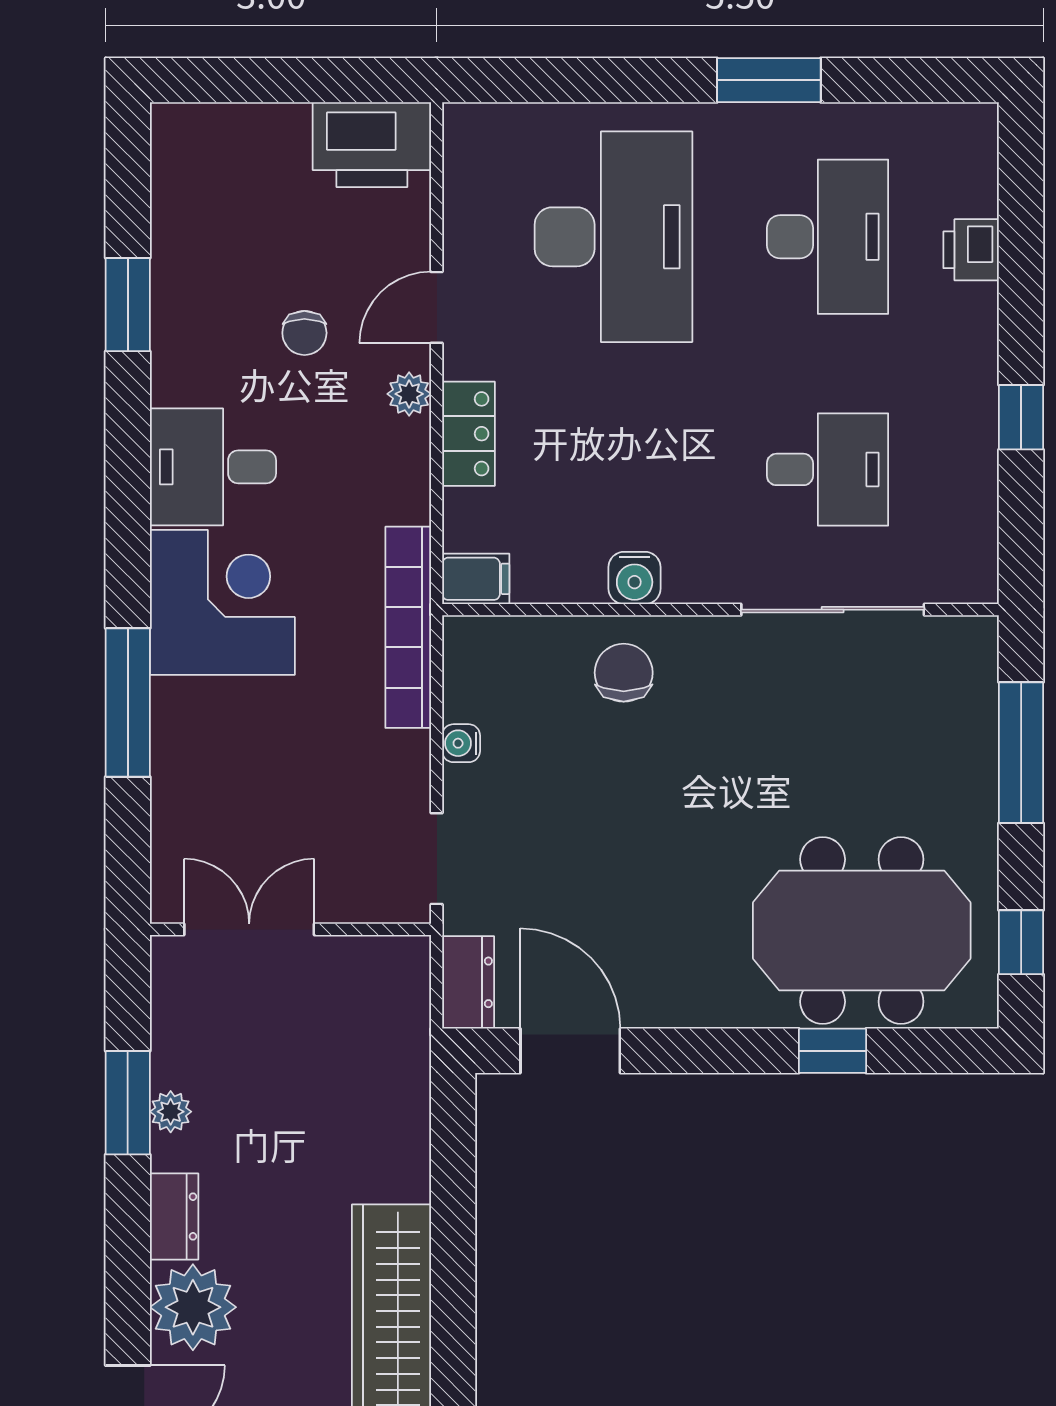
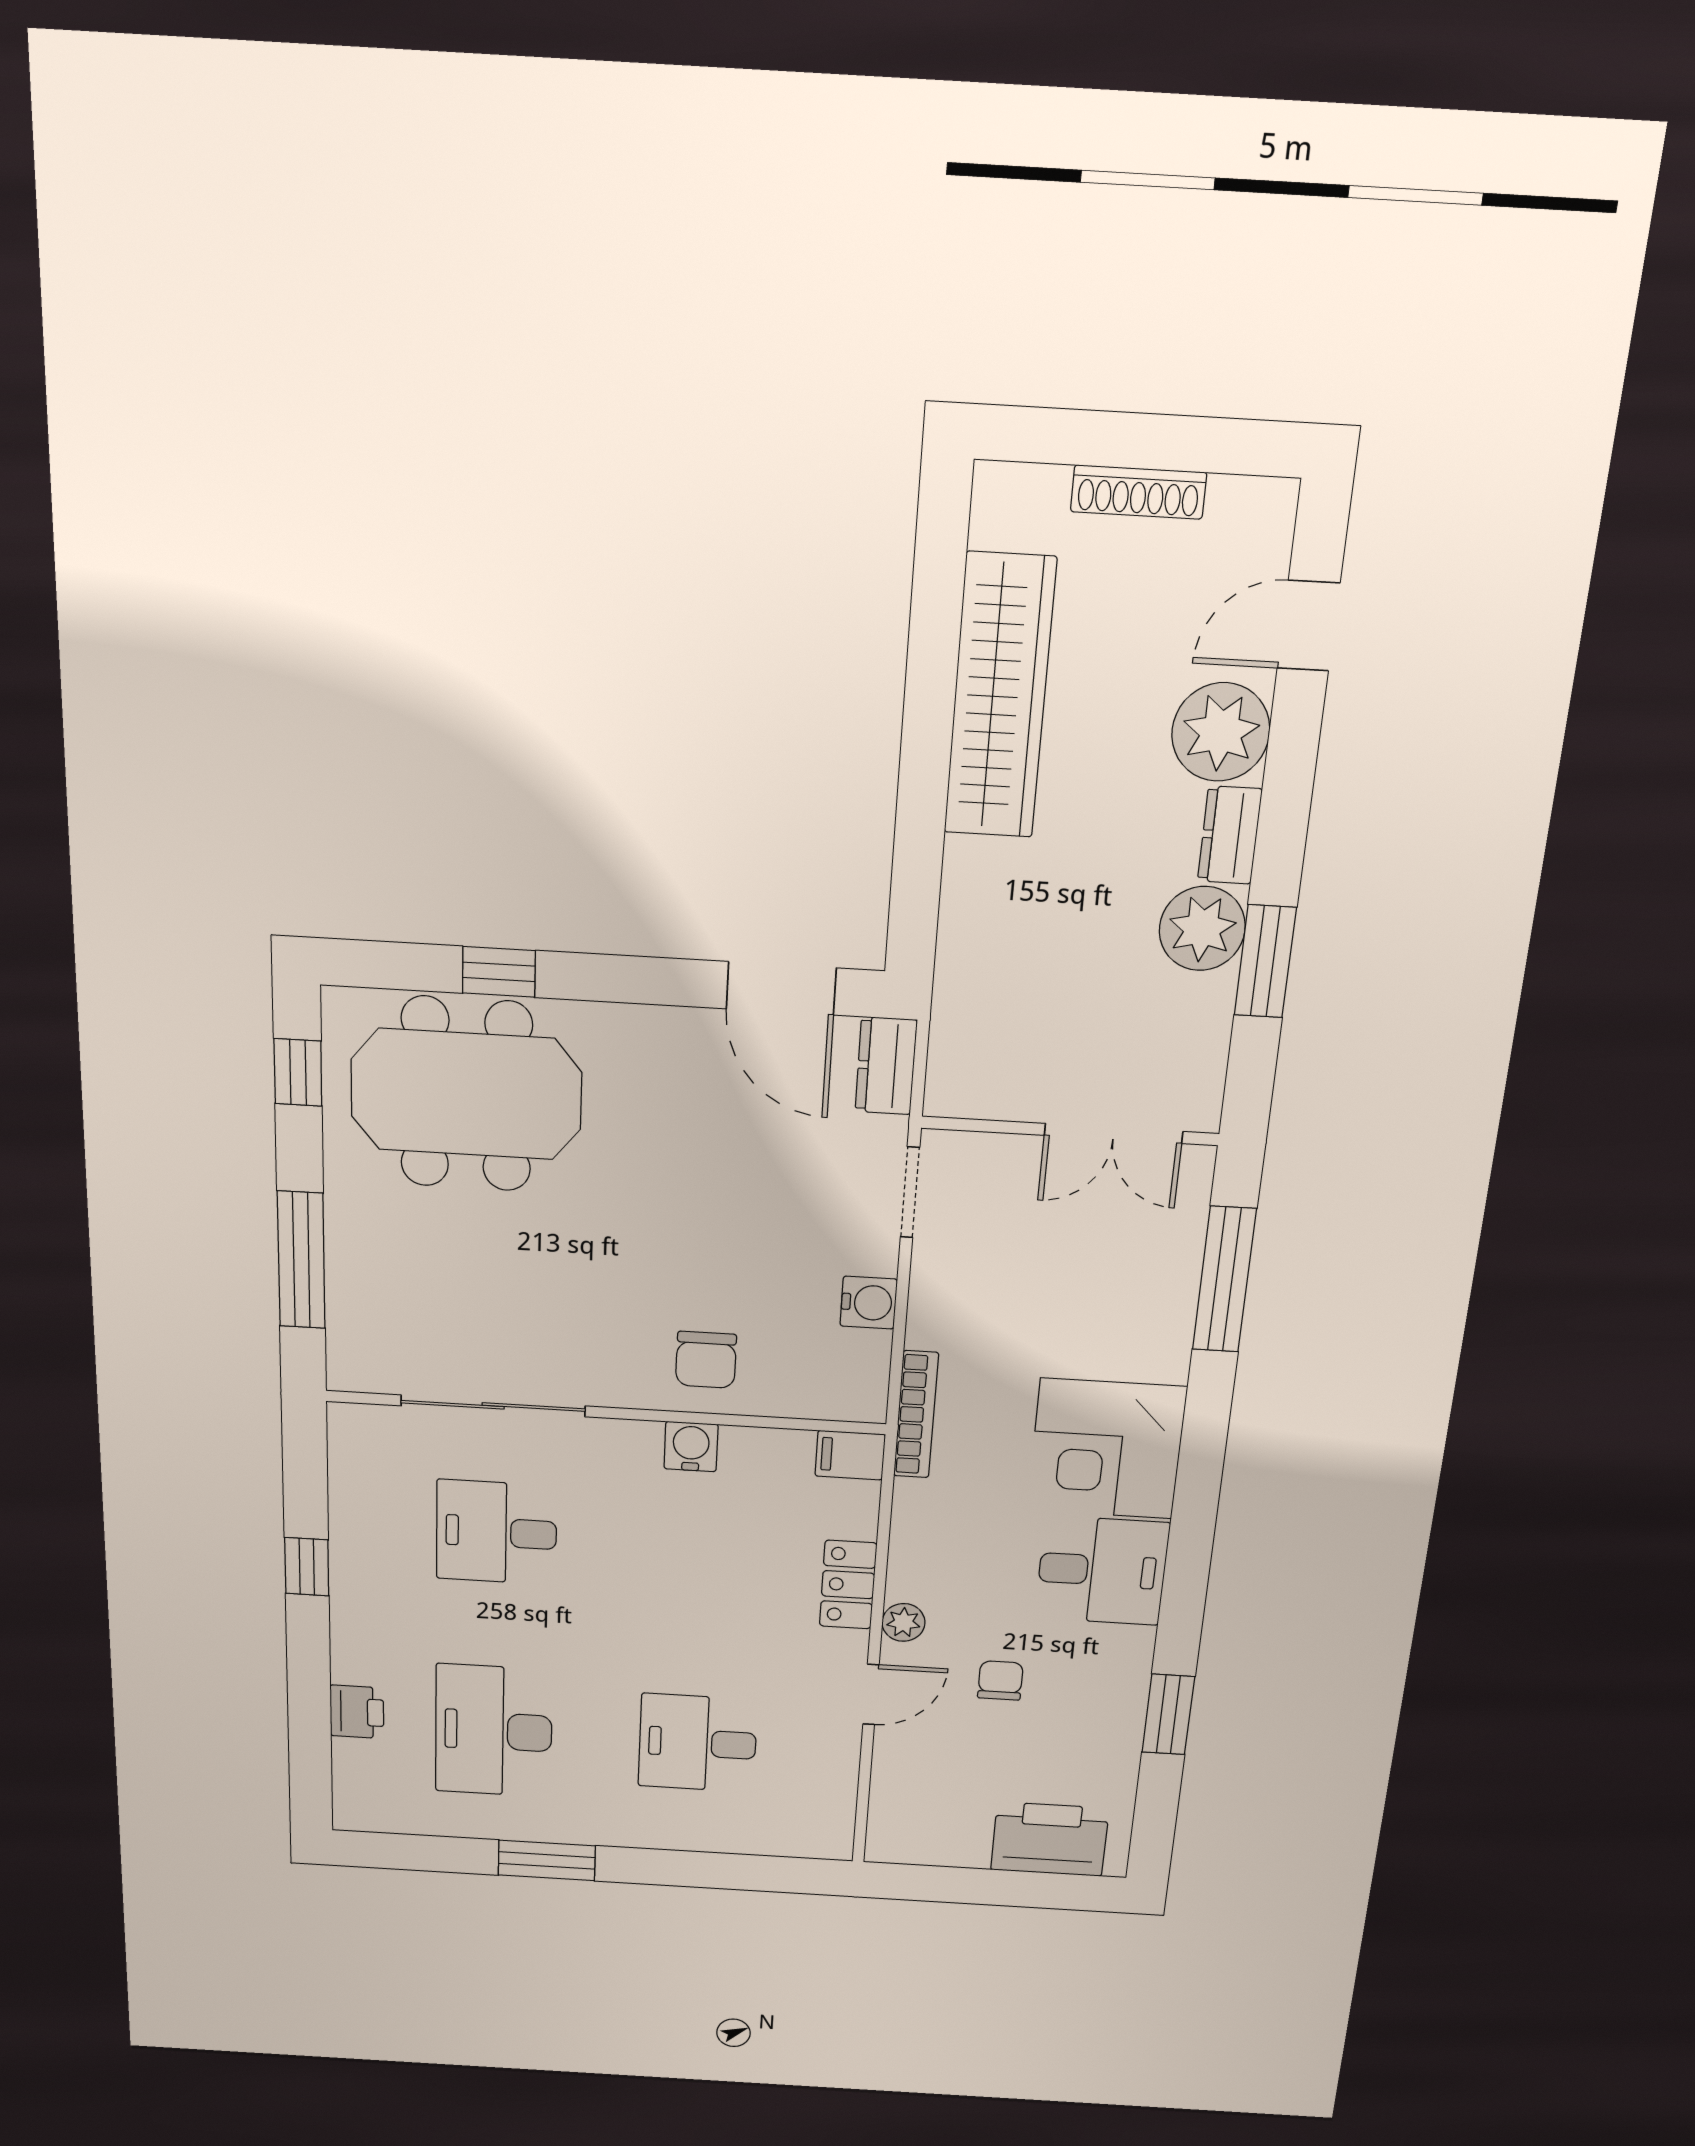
printer: (372, 145) -> (1050, 1839), moved
desk: (613, 237) -> (698, 1743), width x0.53, depth x0.77
bookcase: (408, 627) -> (916, 1415), width x0.68, depth x0.76
window: (128, 702) -> (1224, 1279), moved
water cooler: (461, 743) -> (869, 1303), width x1.38, depth x1.38
plant: (171, 1112) -> (1202, 928), width x1.87, depth x1.87

